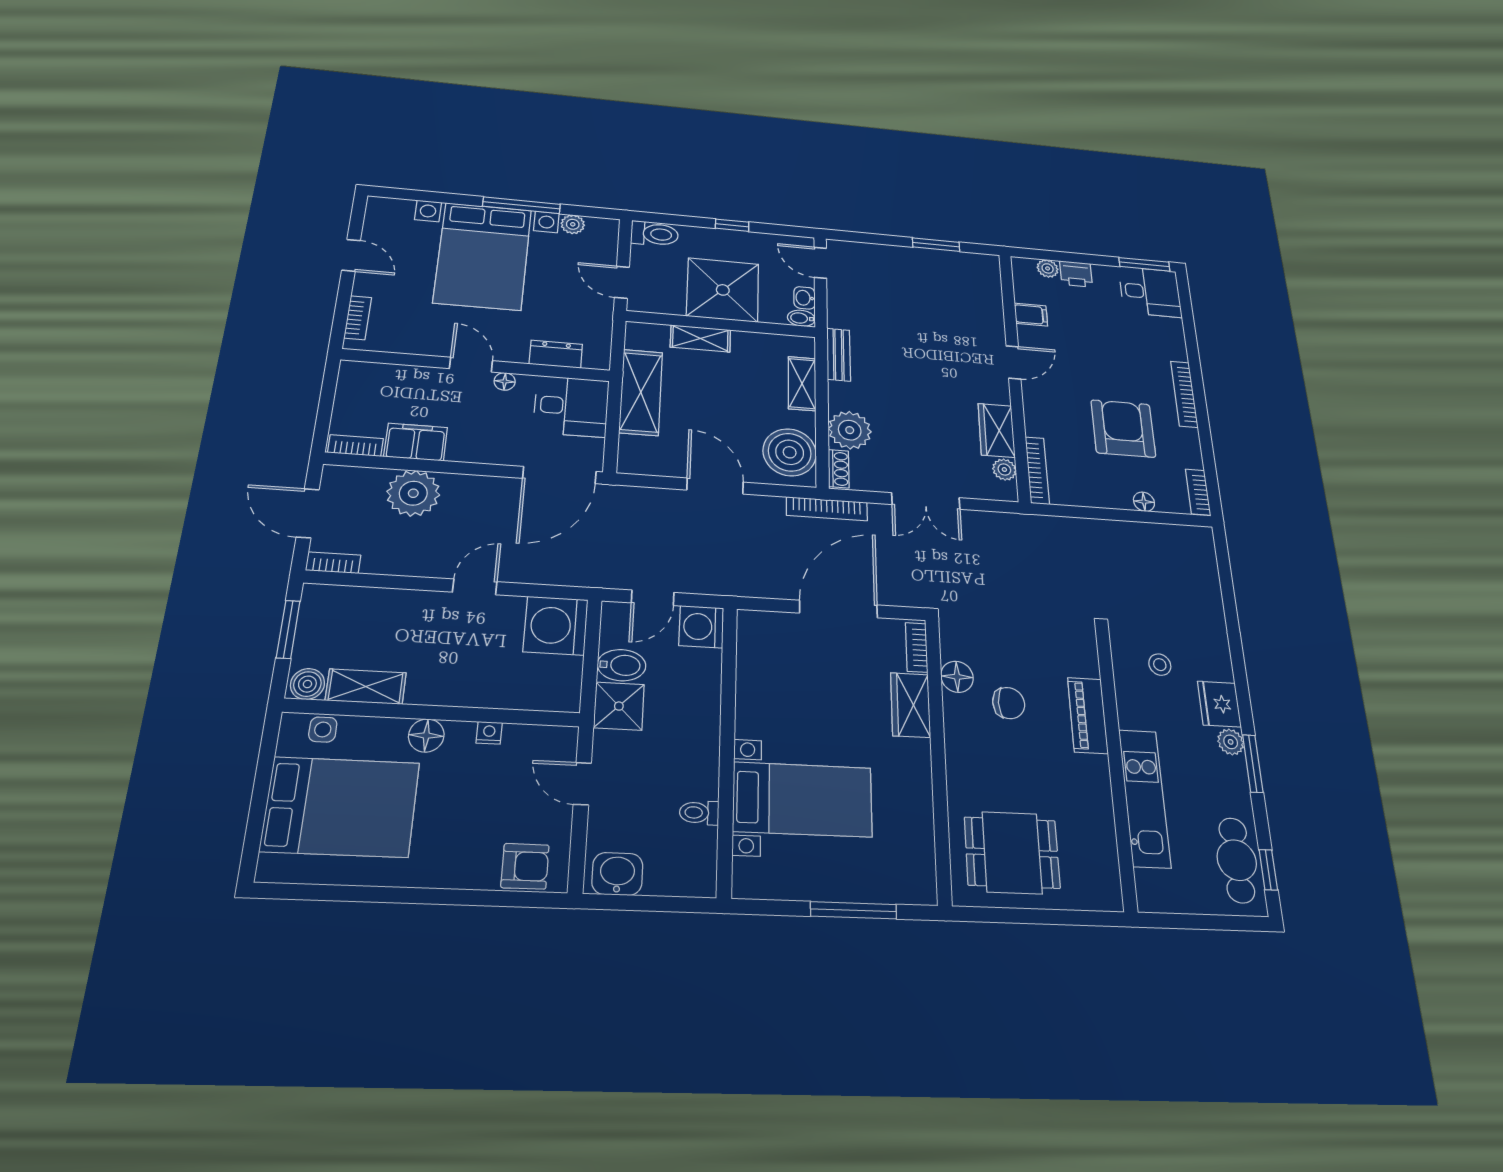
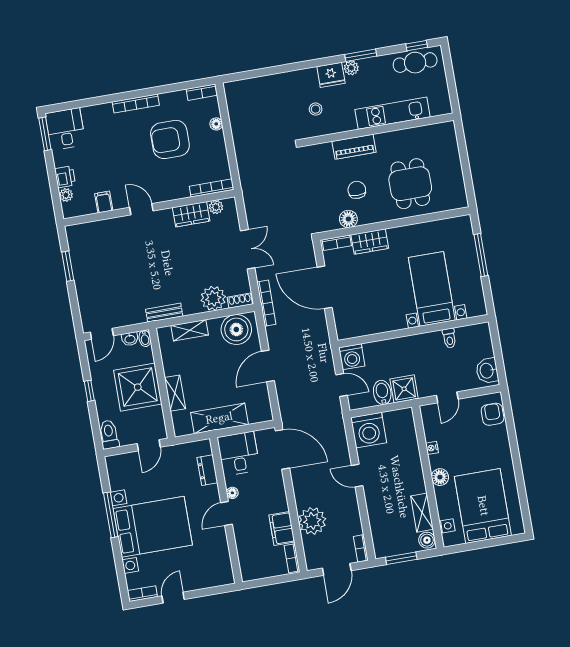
plant: (573, 224) -> (116, 483), removed
bookcase: (358, 318) -> (142, 594), moved
dining table: (1012, 853) -> (410, 184), moved

